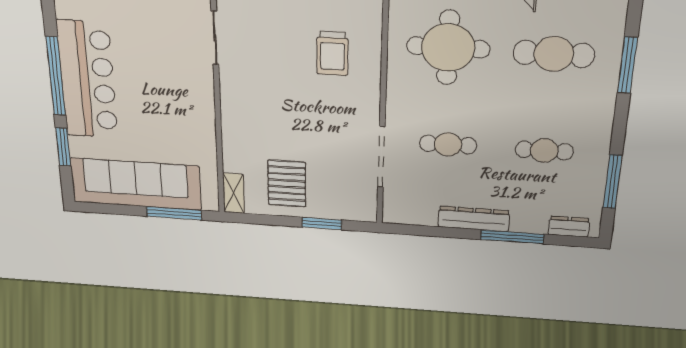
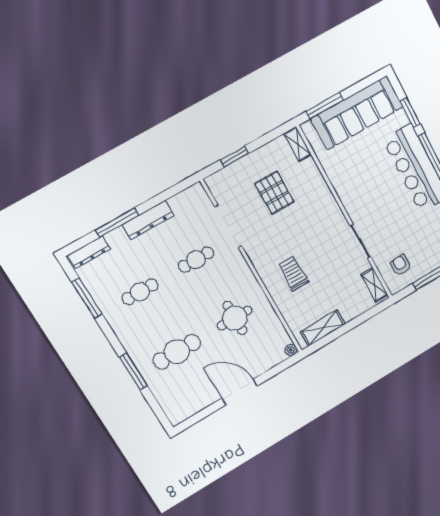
round table: (448, 48) -> (235, 318), width x0.73, depth x0.73
pallet: (287, 184) -> (274, 193), moved
dresser: (569, 227) -> (89, 252), width x1.44

